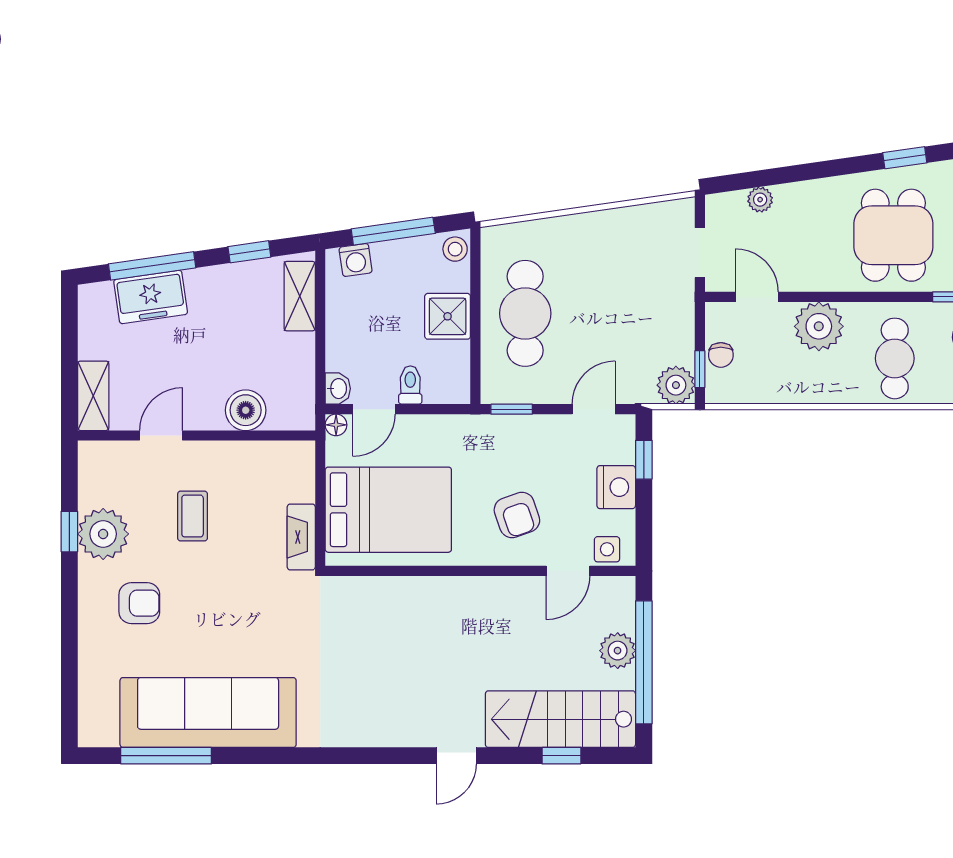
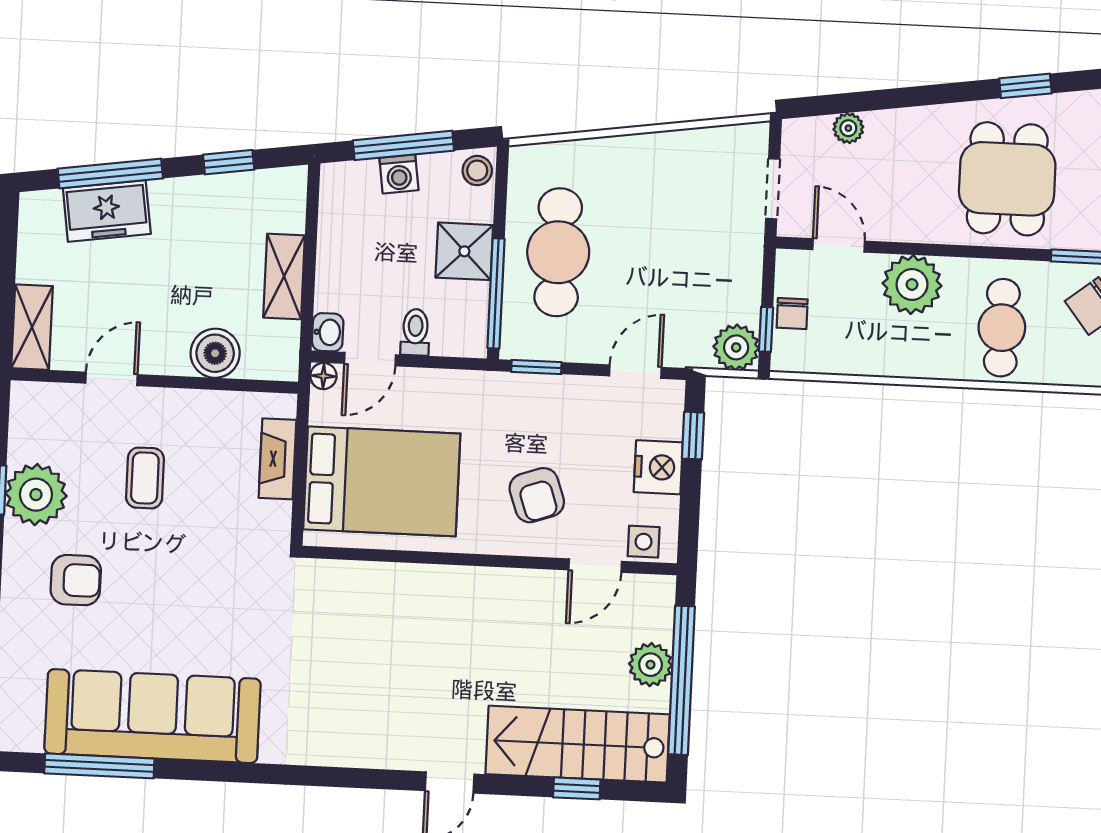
washing machine: (356, 260) -> (399, 174), moved
shelving: (300, 296) -> (284, 276), moved
window: (475, 350) -> (496, 293), added
fireplace: (301, 537) -> (277, 459), moved

